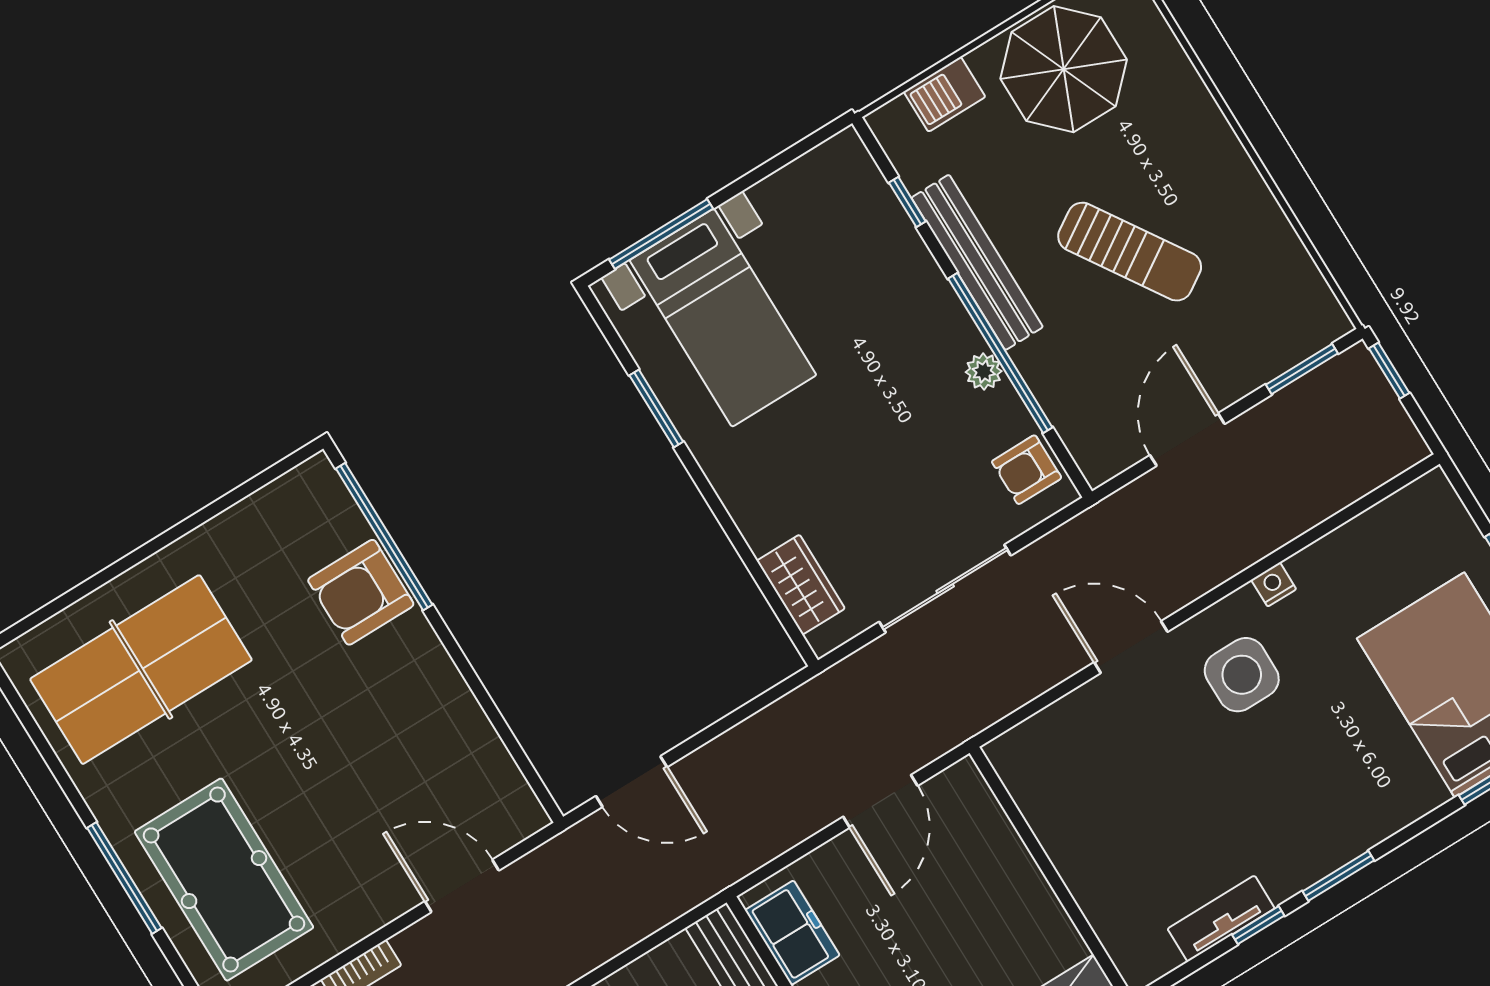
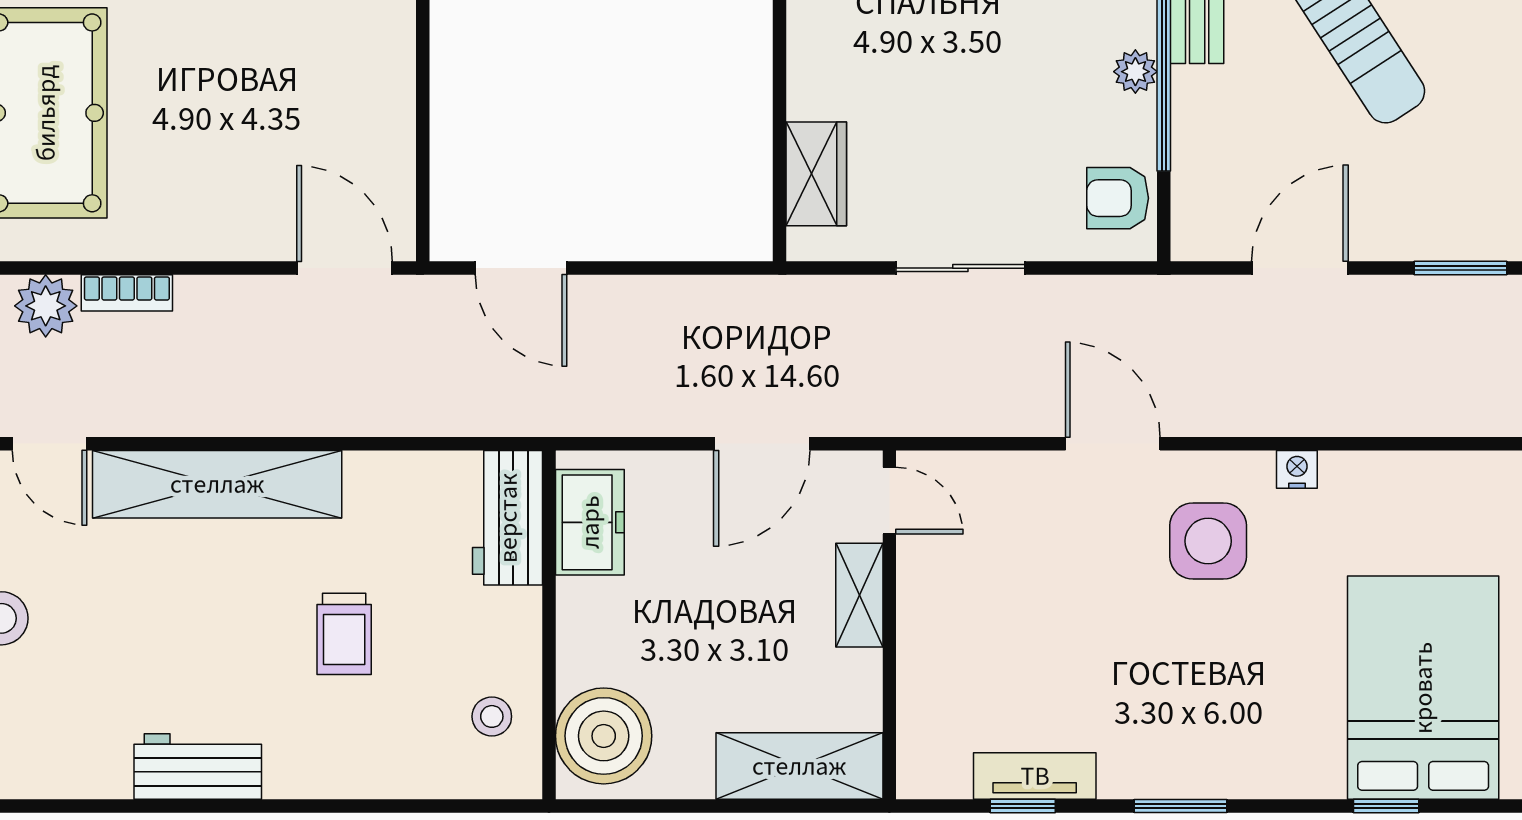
sliding door: (945, 589) -> (960, 268), width x0.73
door: (996, 786) -> (889, 501), added
shelving: (1017, 866) -> (859, 595), added
door: (462, 886) -> (345, 268), moved
window: (1258, 925) -> (1023, 806), moved

